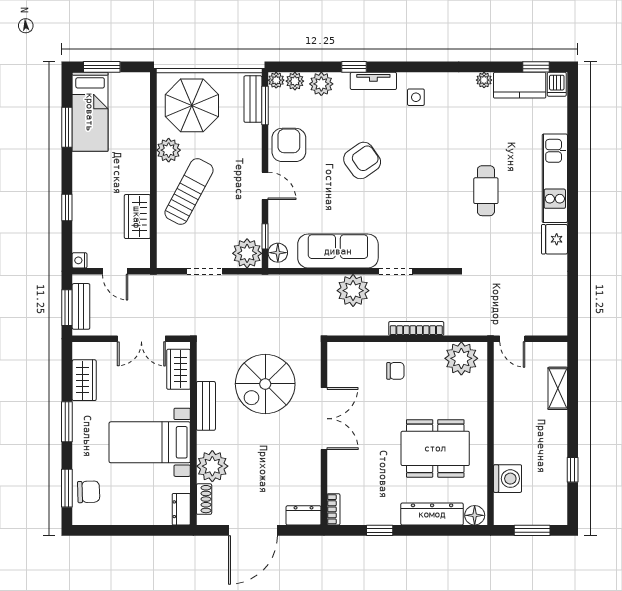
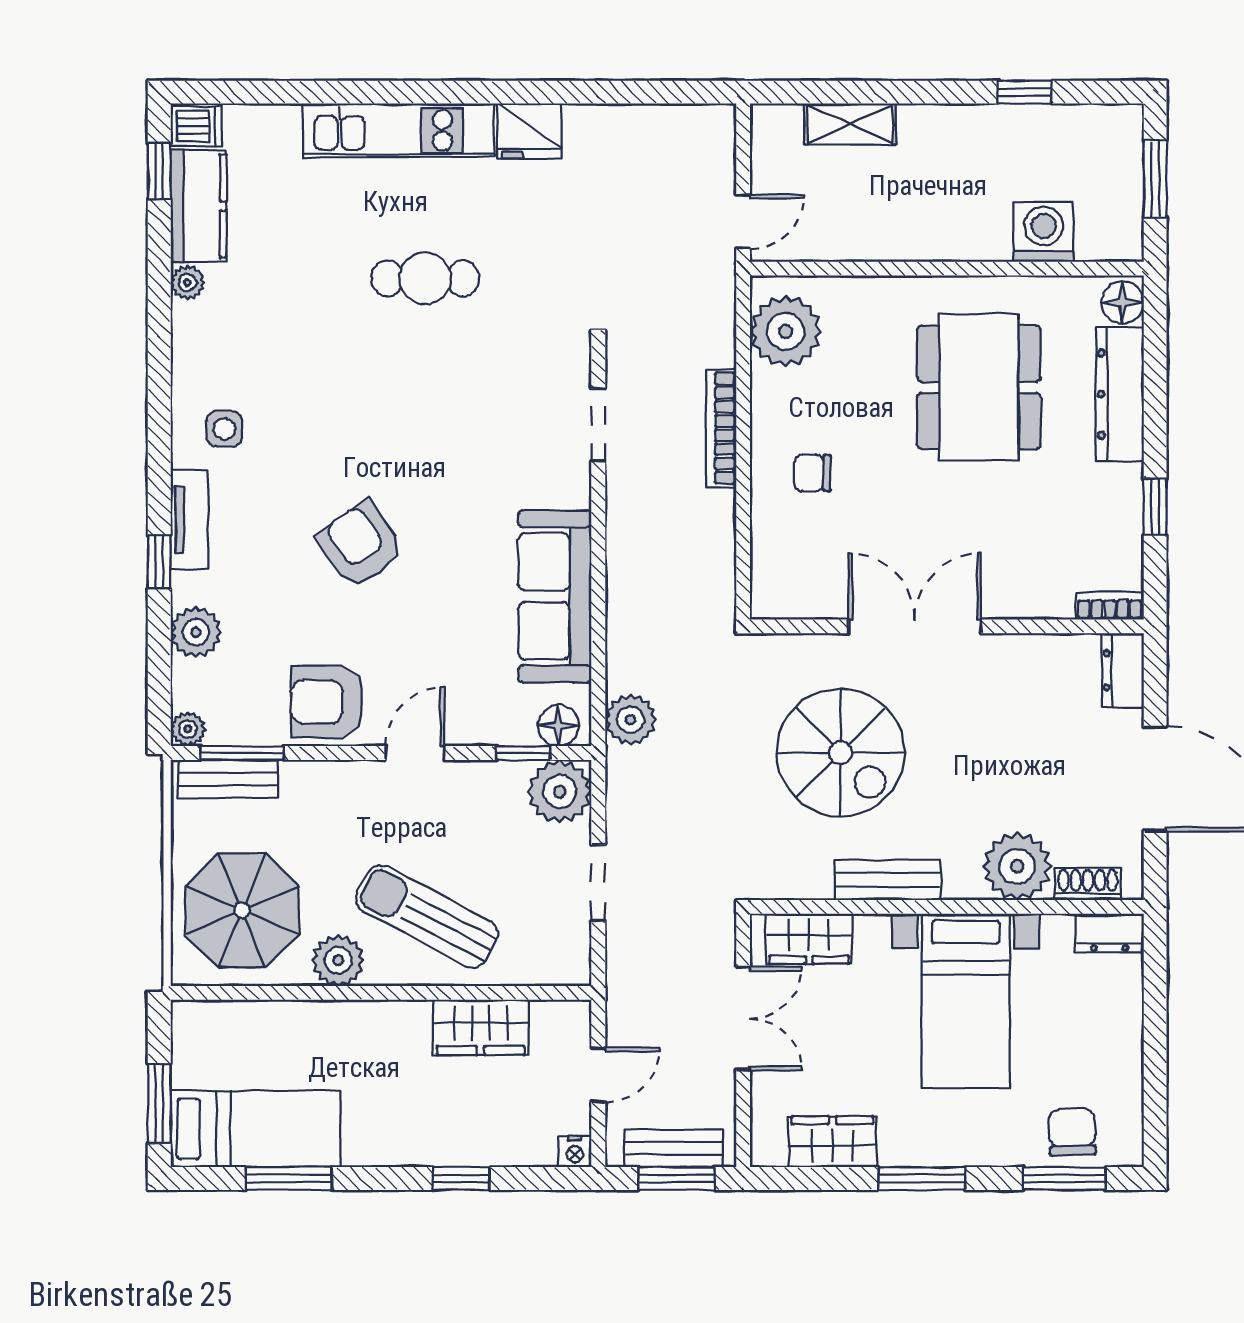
plant: (295, 81) -> (190, 689), removed
doorway: (396, 271) -> (598, 425), moved
plant: (353, 291) -> (630, 720), moved, width x0.73, depth x0.73
chair: (395, 371) -> (812, 473), turned -90

